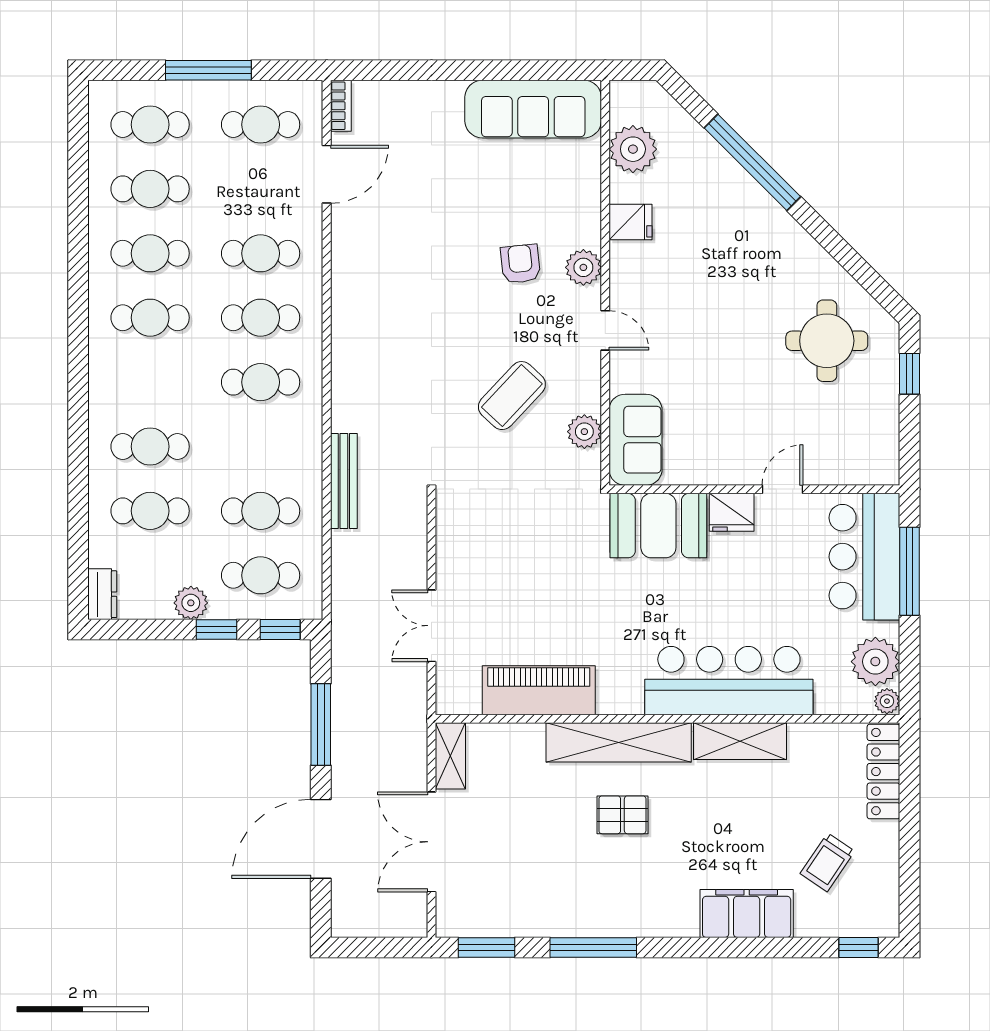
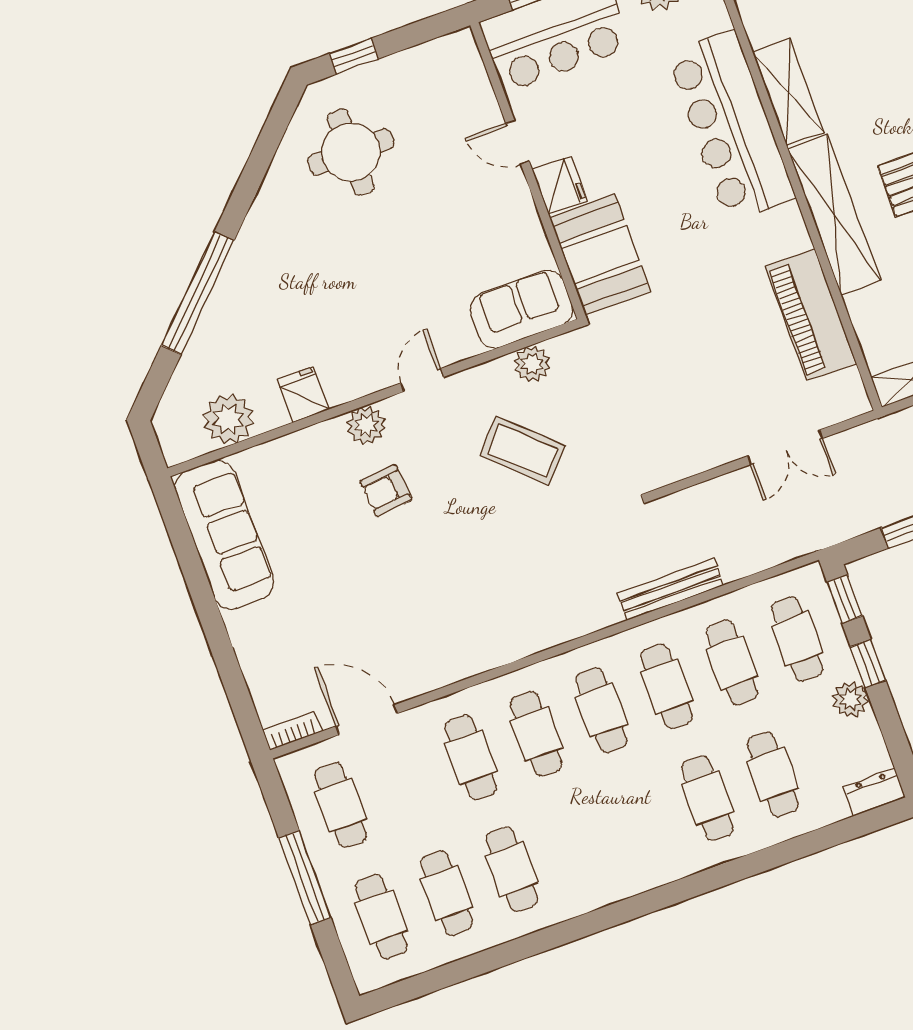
cafe table: (150, 318) -> (667, 686), moved

